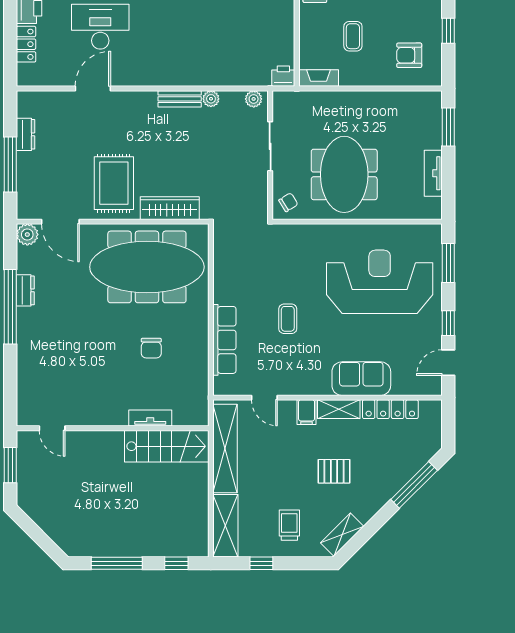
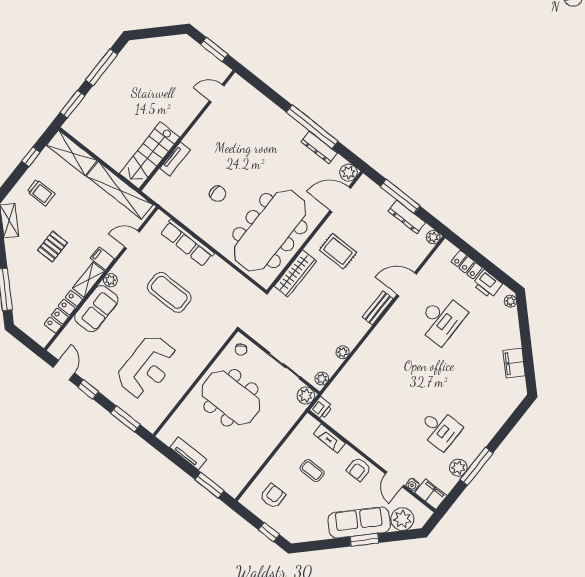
fireplace: (319, 78) -> (329, 439), moved, turned 90
door: (93, 89) -> (407, 284), swing flipped
plant: (25, 99) -> (433, 237), added
bench: (180, 99) -> (378, 308), moved
plant: (283, 101) -> (306, 396), added
dresser: (26, 134) -> (407, 217), width x1.44
rug: (114, 183) -> (338, 251), width x0.73, depth x0.70
reception desk: (380, 282) -> (147, 367), width x0.74, depth x0.77
dresser: (25, 290) -> (319, 147), width x1.44
coffee table: (288, 319) -> (169, 292), width x1.86, depth x1.72
chair: (151, 348) -> (218, 194), turned 180
plant: (322, 387) -> (110, 280), added
window: (176, 563) -> (72, 104), width x1.50

